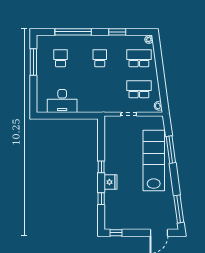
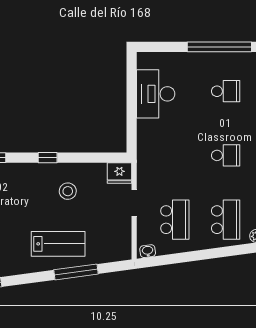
window: (33, 62) -> (219, 47), width x1.46
stool: (122, 155) -> (68, 191), added
lab bench: (154, 161) -> (58, 244), width x0.54, depth x0.72
fridge: (110, 182) -> (119, 173), moved

